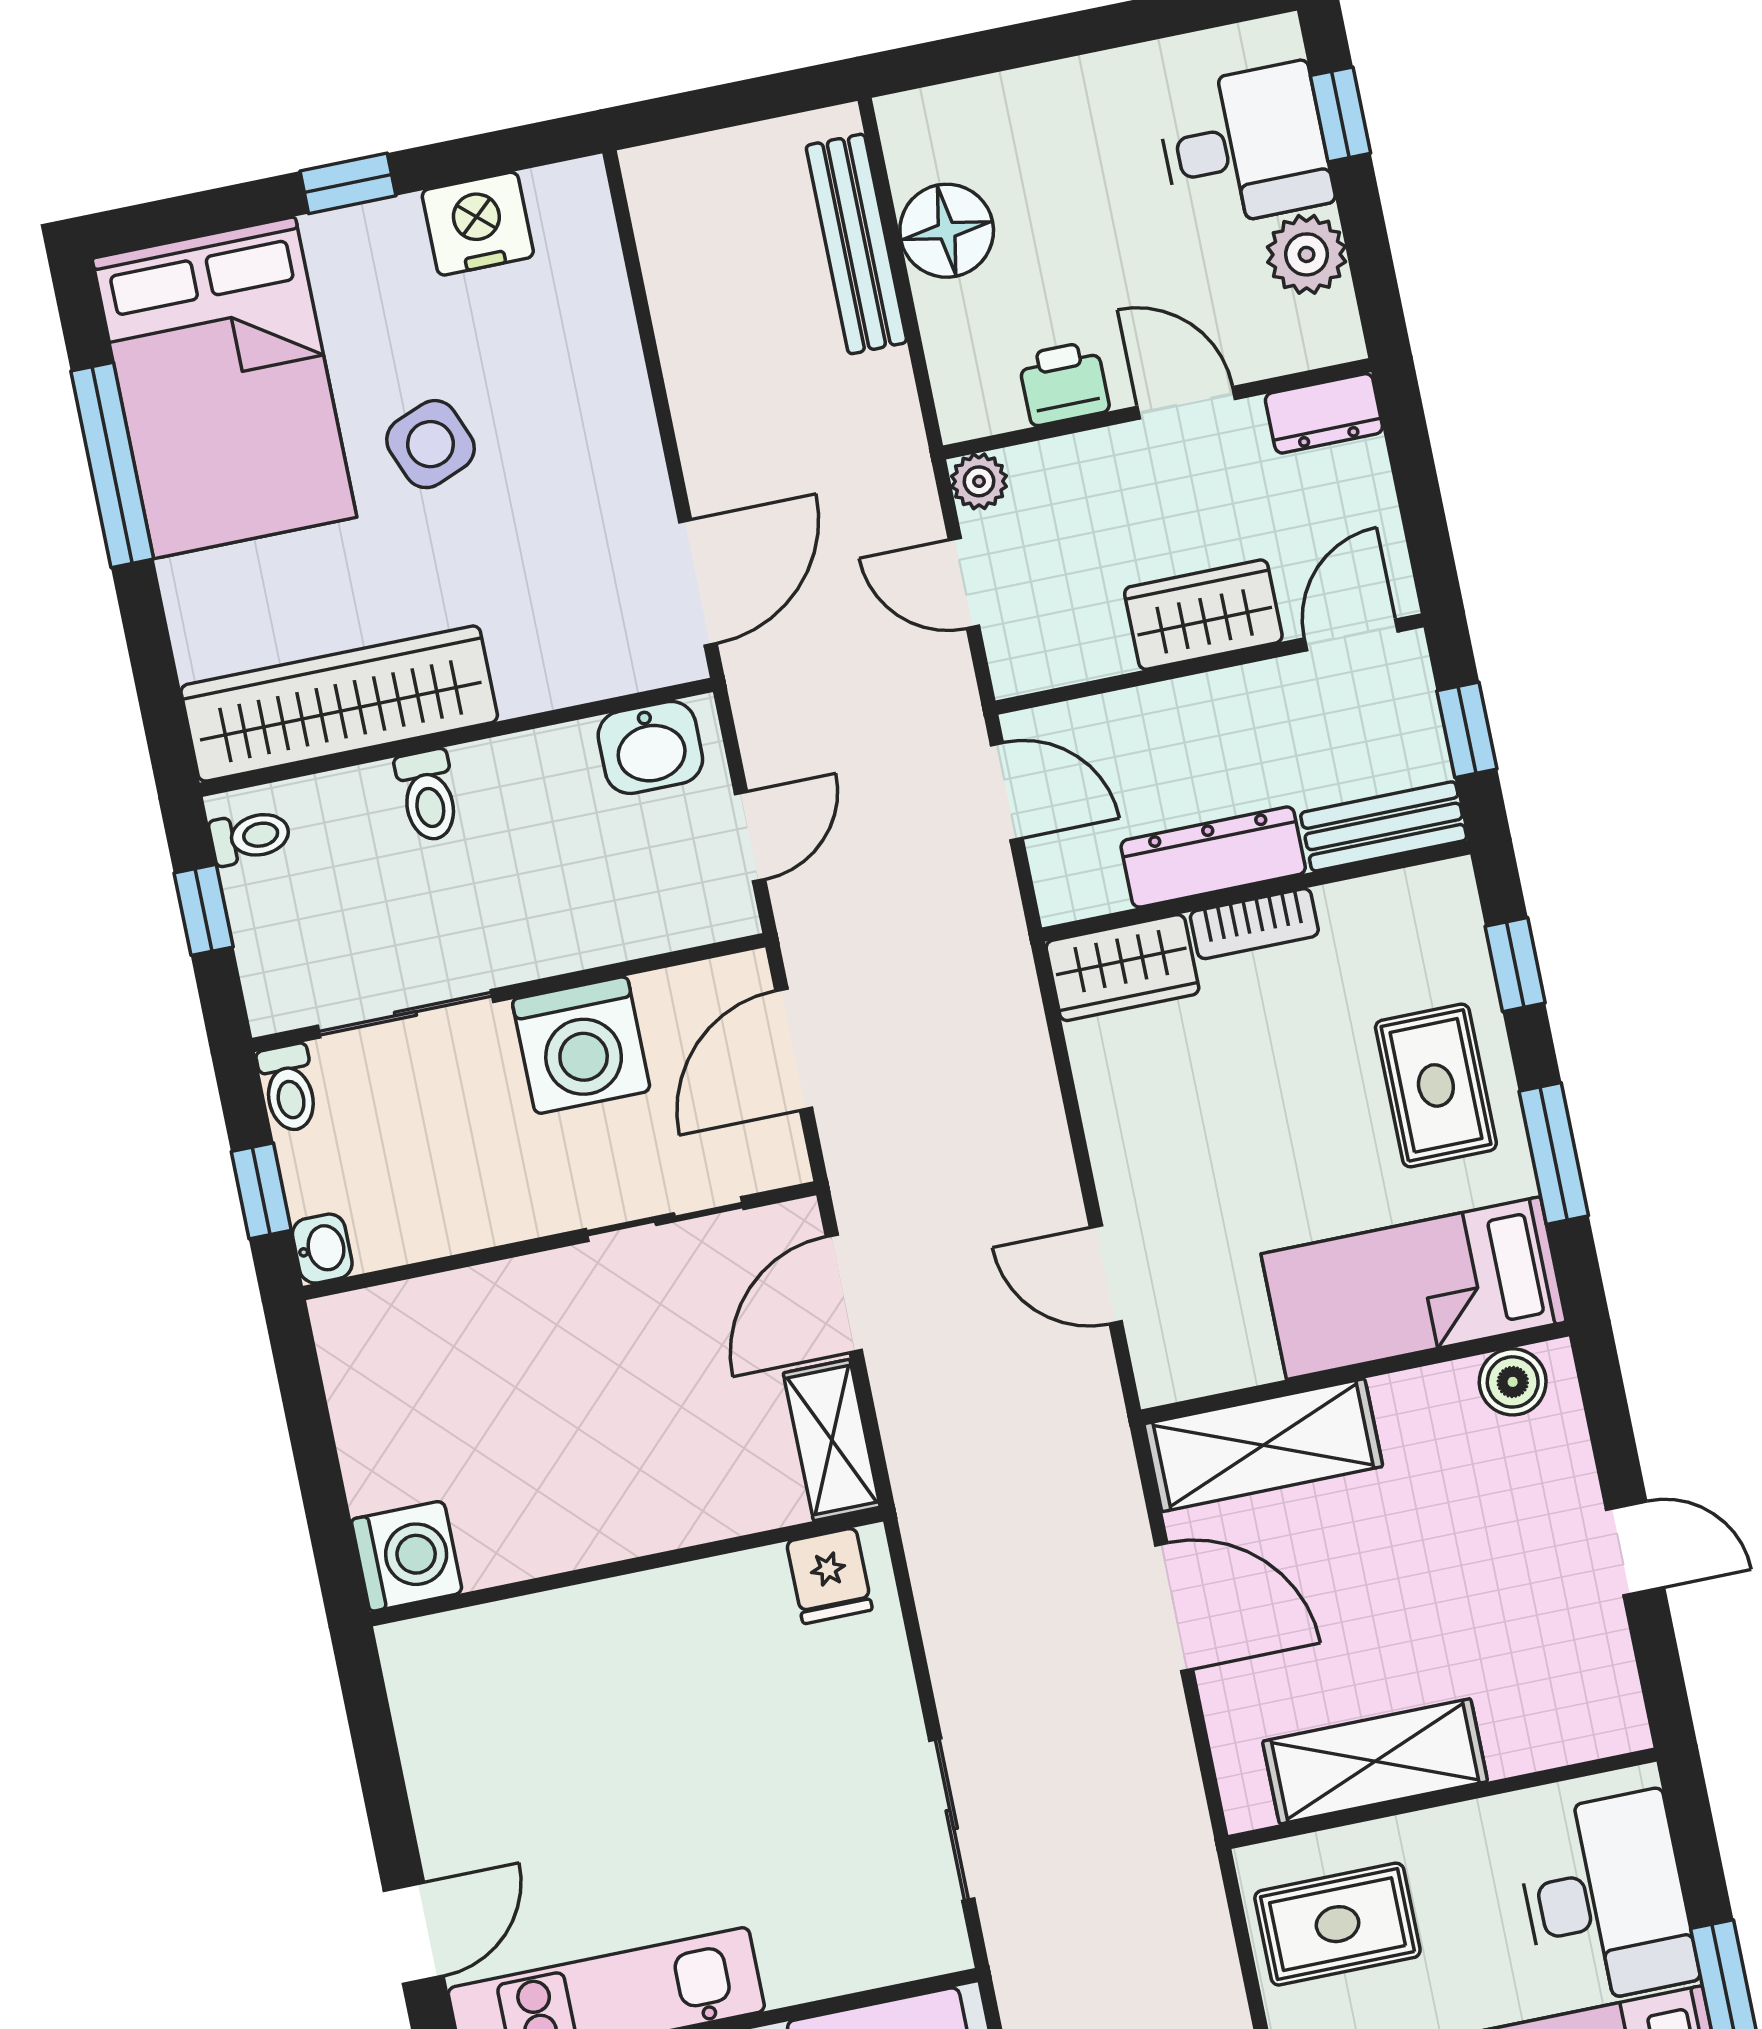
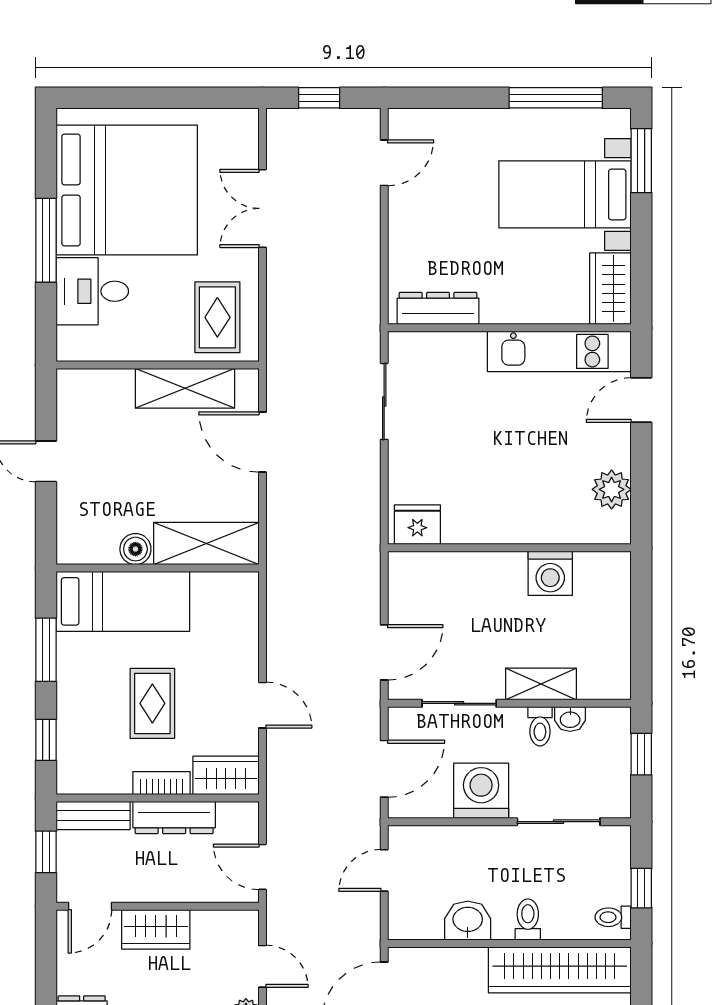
washbasin: (650, 747) -> (468, 921), moved
rug: (1436, 1085) -> (152, 703), moved
toilet: (289, 1088) -> (540, 726), moved, turned 180
washbasin: (322, 1249) -> (570, 719), moved, turned -90
door: (1106, 1275) -> (262, 705), moved
boiler: (1513, 1382) -> (135, 549), moved
shelving: (832, 1440) -> (541, 684), moved, turned 90
washing machine: (407, 1556) -> (550, 573), moved, turned -90
fridge: (829, 1576) -> (417, 525), width x1.38
door: (1174, 1607) -> (262, 442), moved
plant: (437, 1733) -> (612, 489), added
desk: (1606, 1899) -> (92, 291), width x0.73
rug: (1337, 1924) -> (217, 317), turned 90

